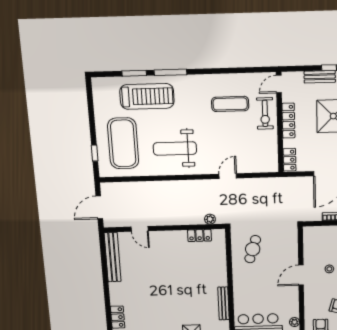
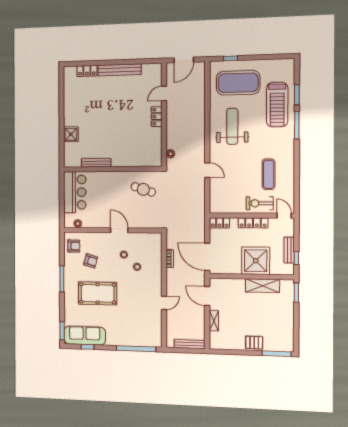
door: (99, 207) -> (184, 60), swing flipped
locker: (199, 235) -> (157, 117), moved
bench: (113, 257) -> (120, 70), moved

